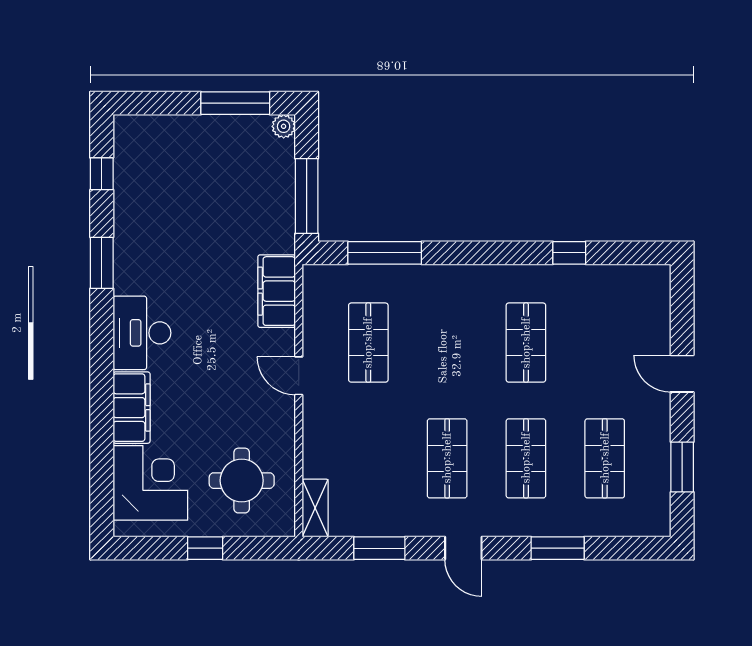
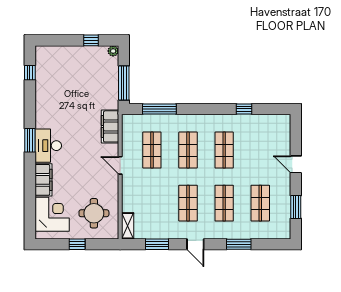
window: (235, 103) -> (91, 40), width x0.46
window: (102, 263) -> (30, 140), moved
shop shelf: (447, 343) -> (188, 150), added

